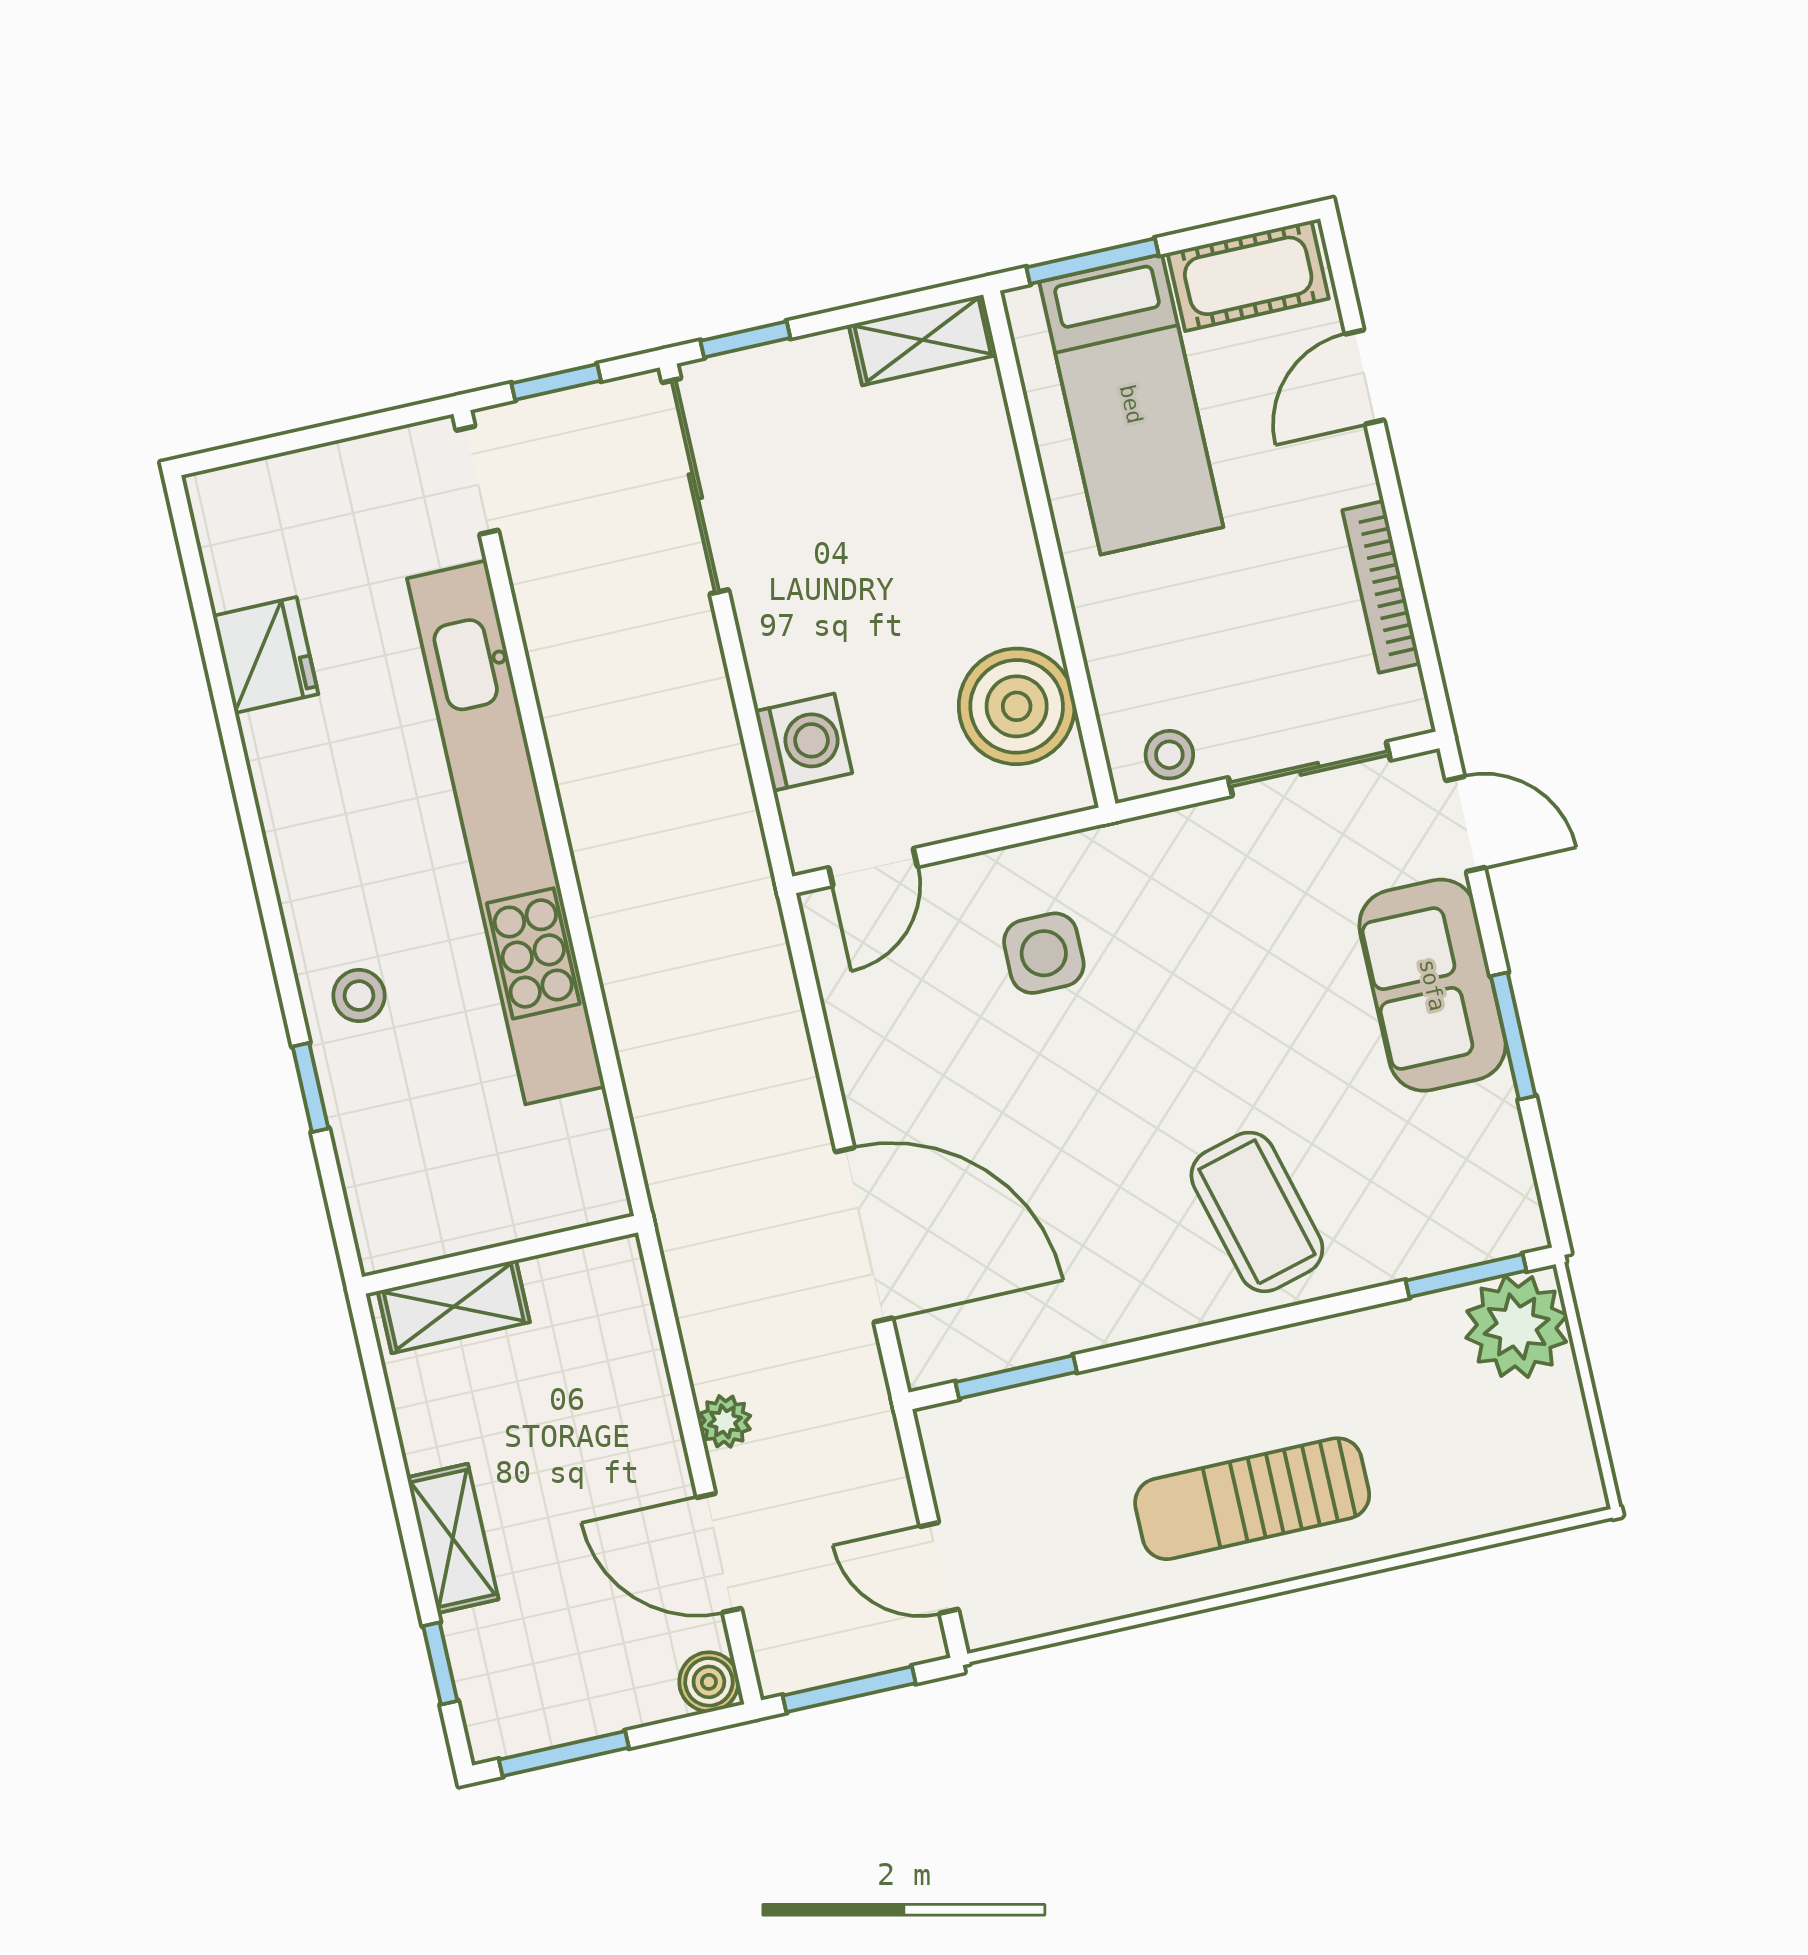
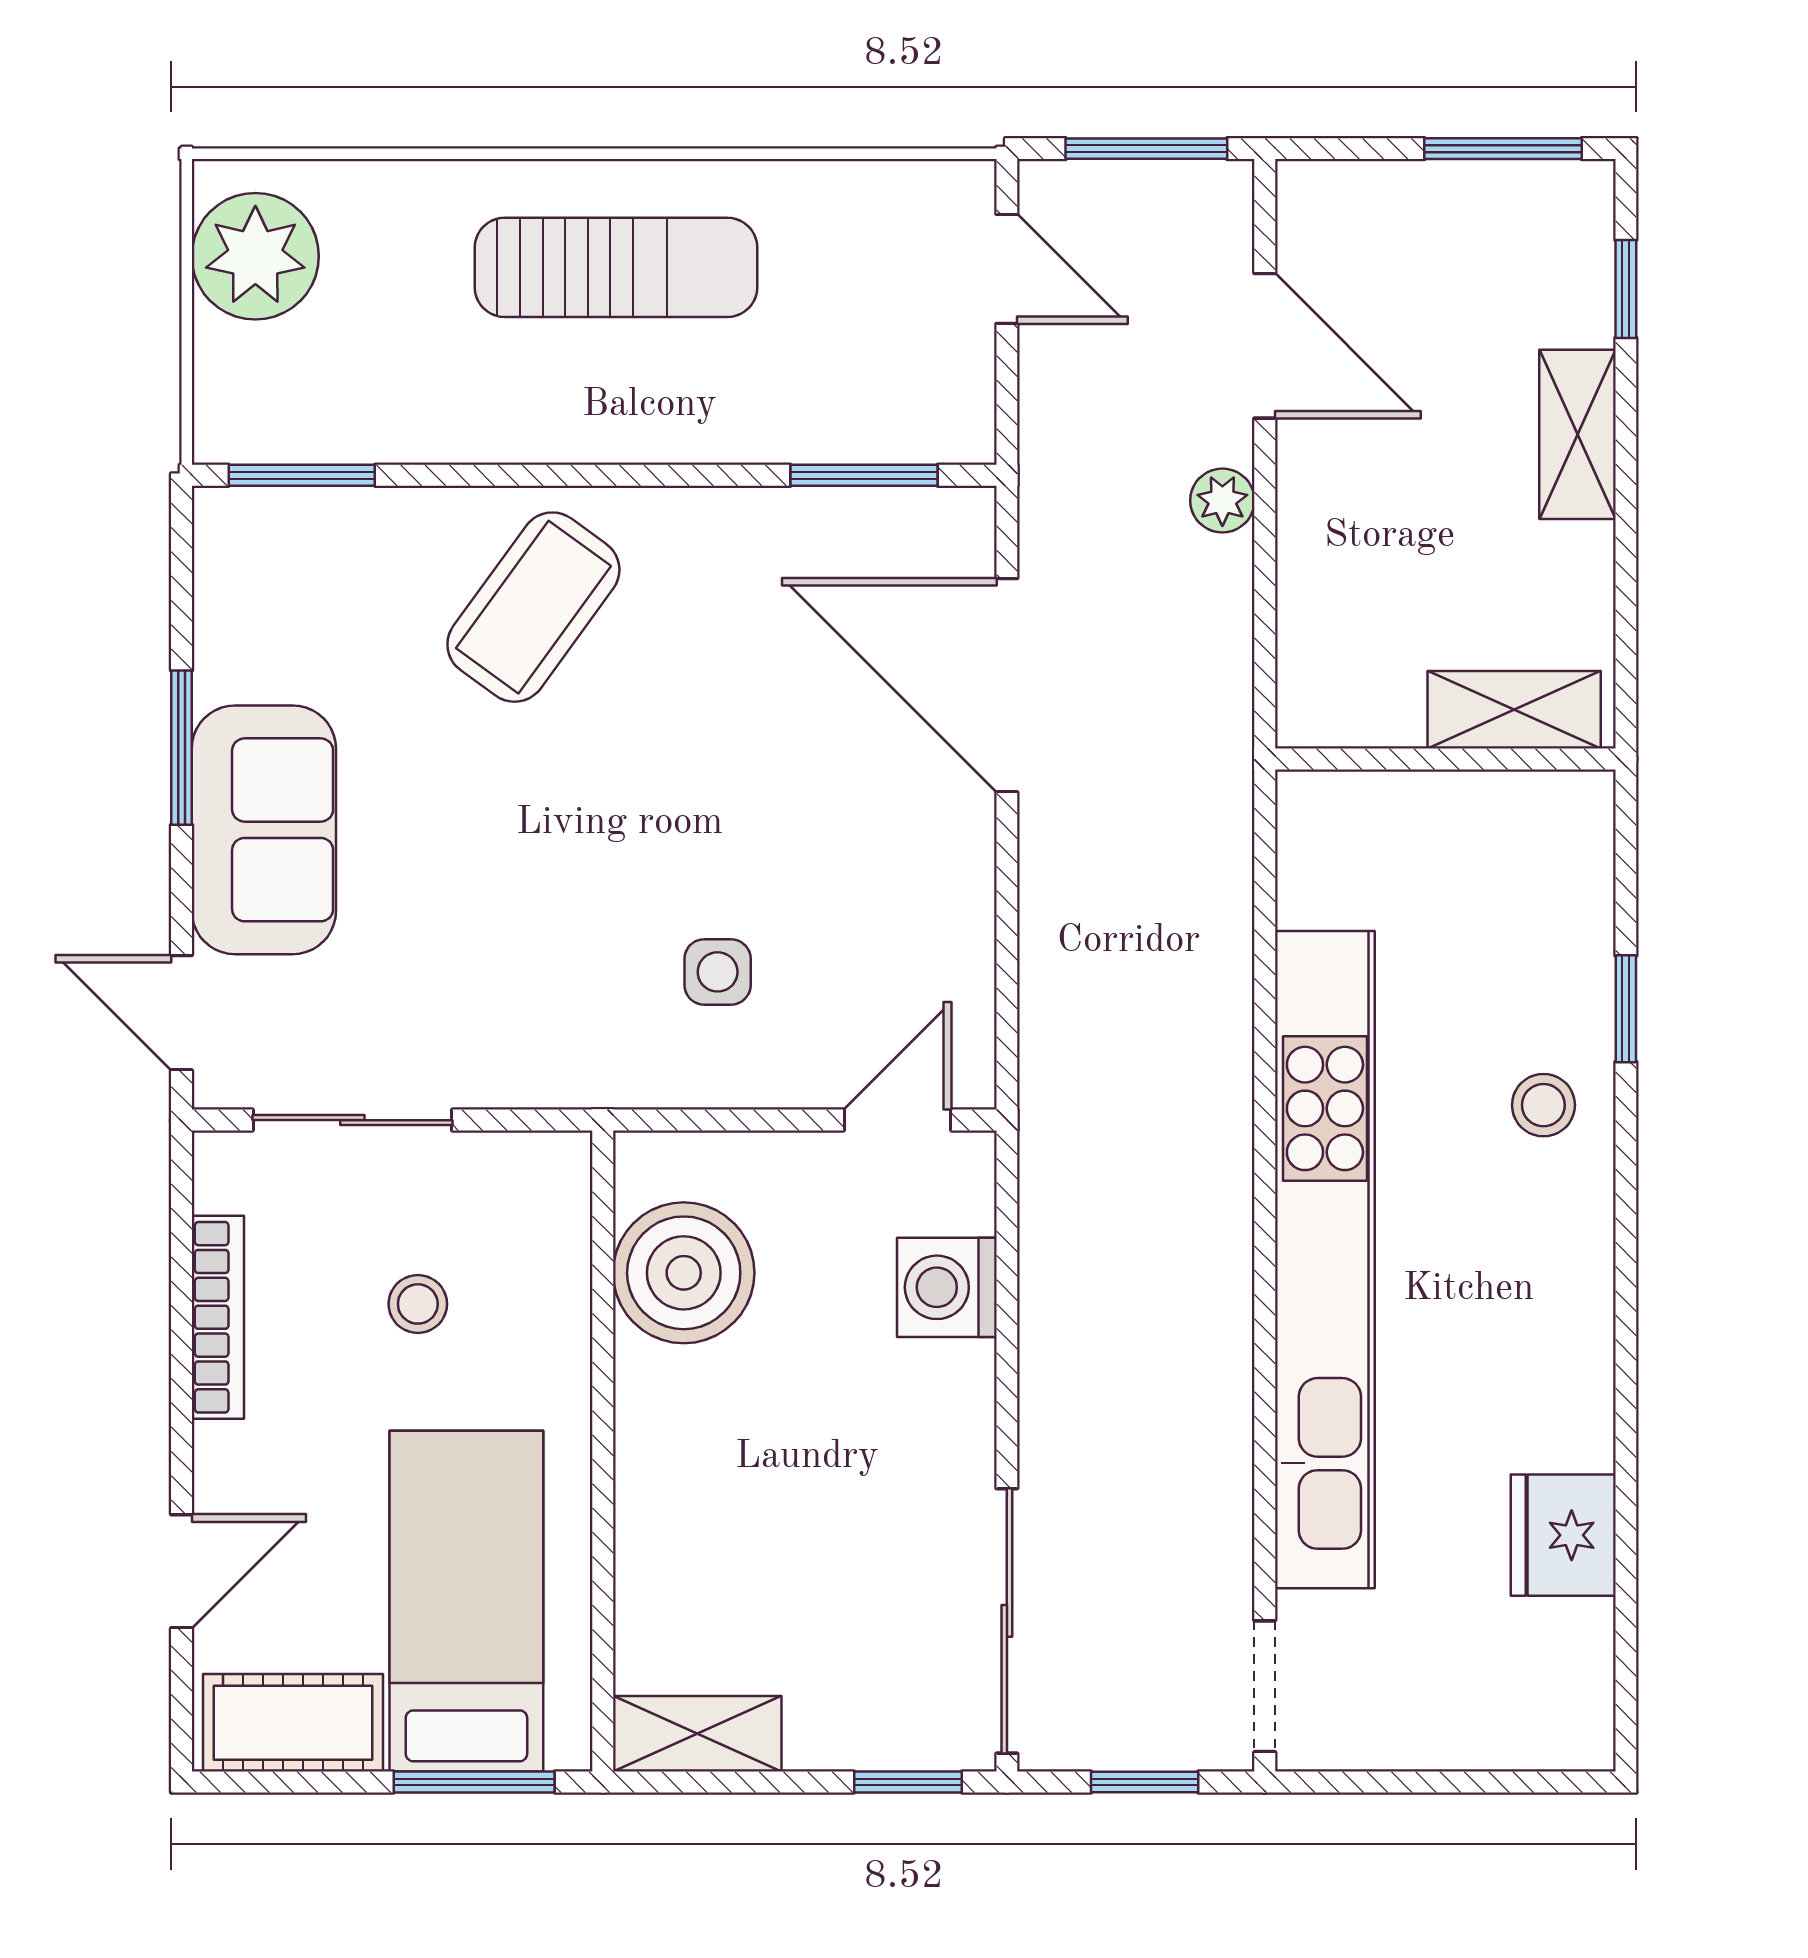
stool: (1169, 755) -> (418, 1304), moved
side table: (1044, 953) -> (718, 972), width x0.73, depth x0.73
coffee table: (1257, 1212) -> (533, 607), turned 51
plant: (1517, 1327) -> (255, 256), moved
boiler: (709, 1682) -> (1311, 195), removed

